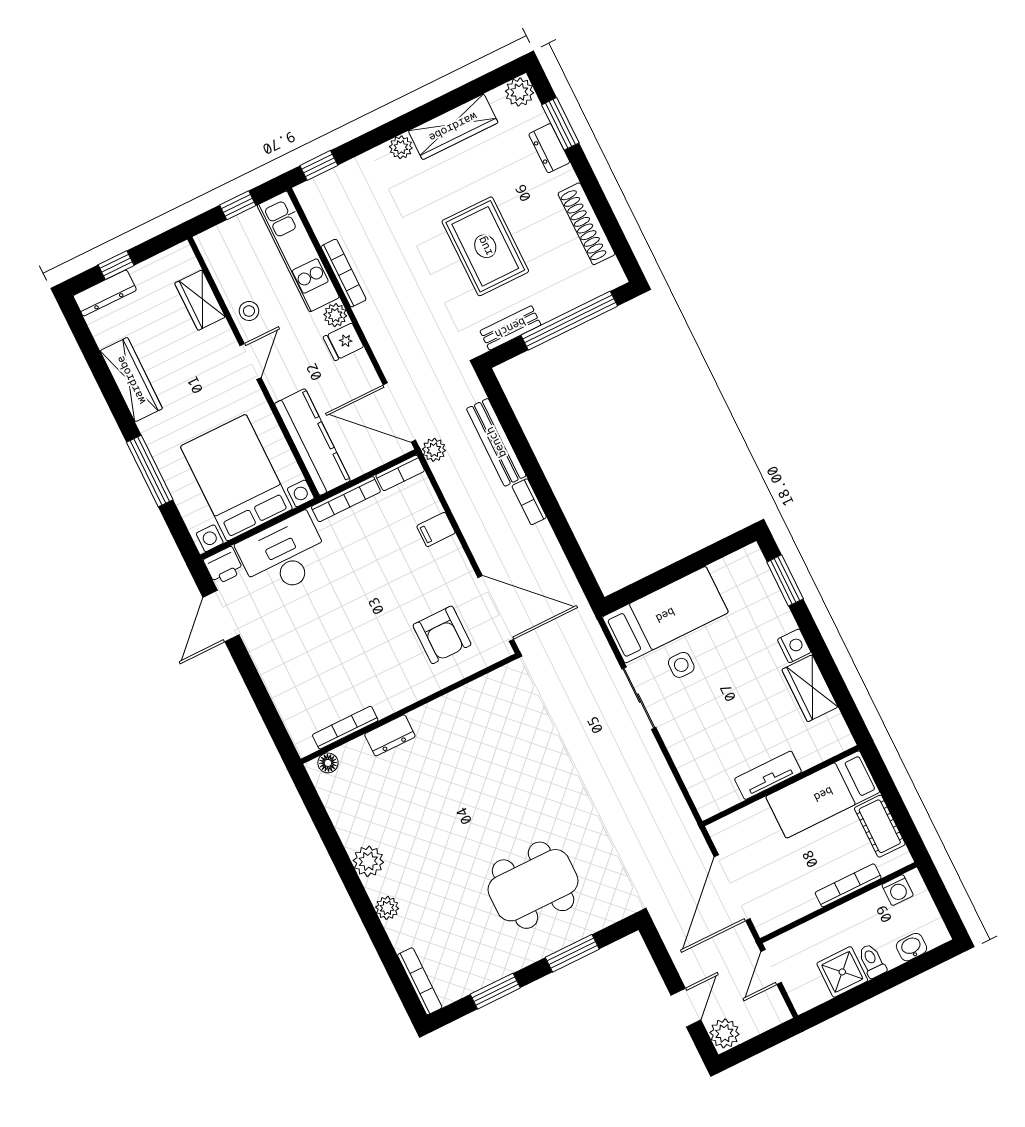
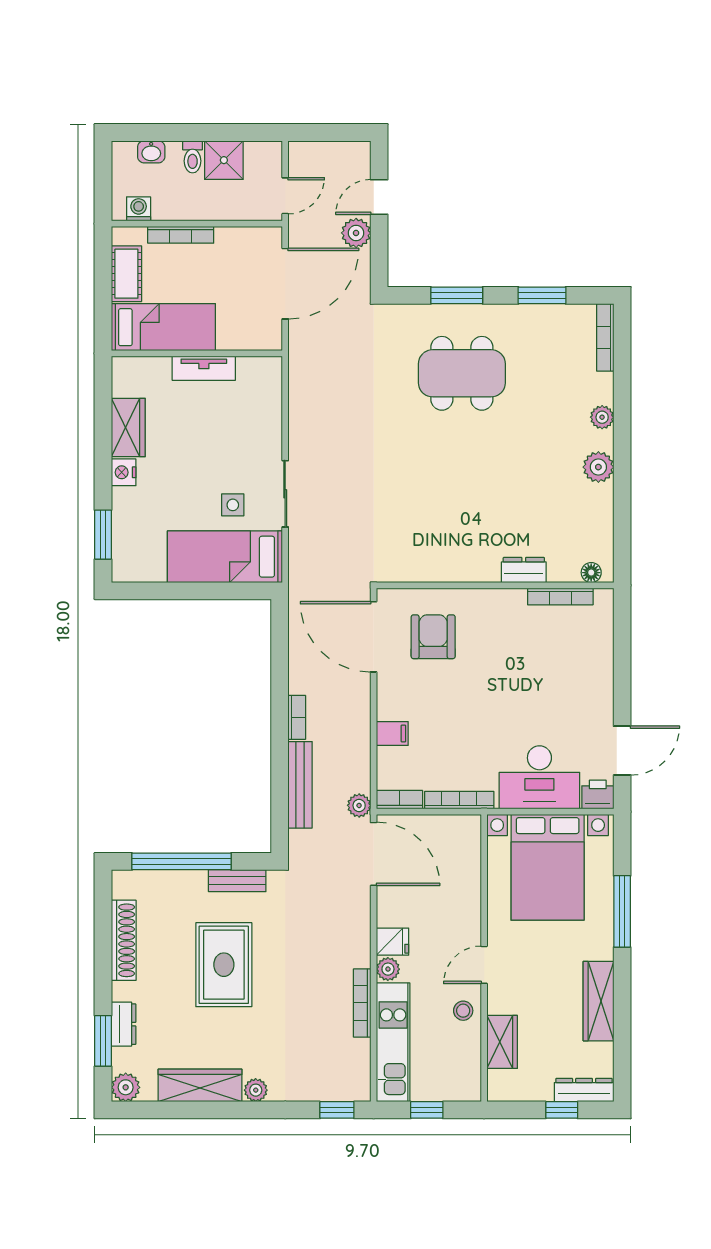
kitchen counter: (312, 442) -> (464, 866), removed
plant: (724, 1033) -> (356, 233), moved

